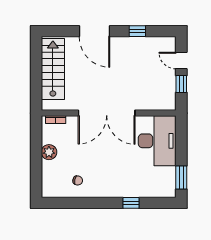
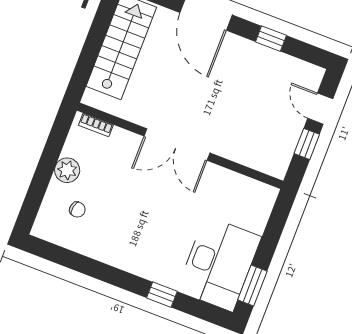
double door: (107, 113) -> (177, 145), width x0.73
desk: (157, 141) -> (219, 264), moved
chair: (78, 180) -> (77, 210), moved

